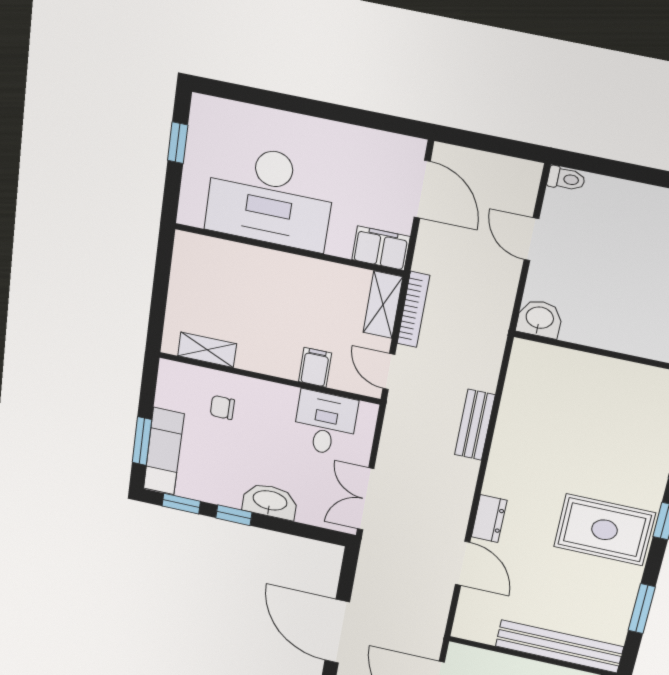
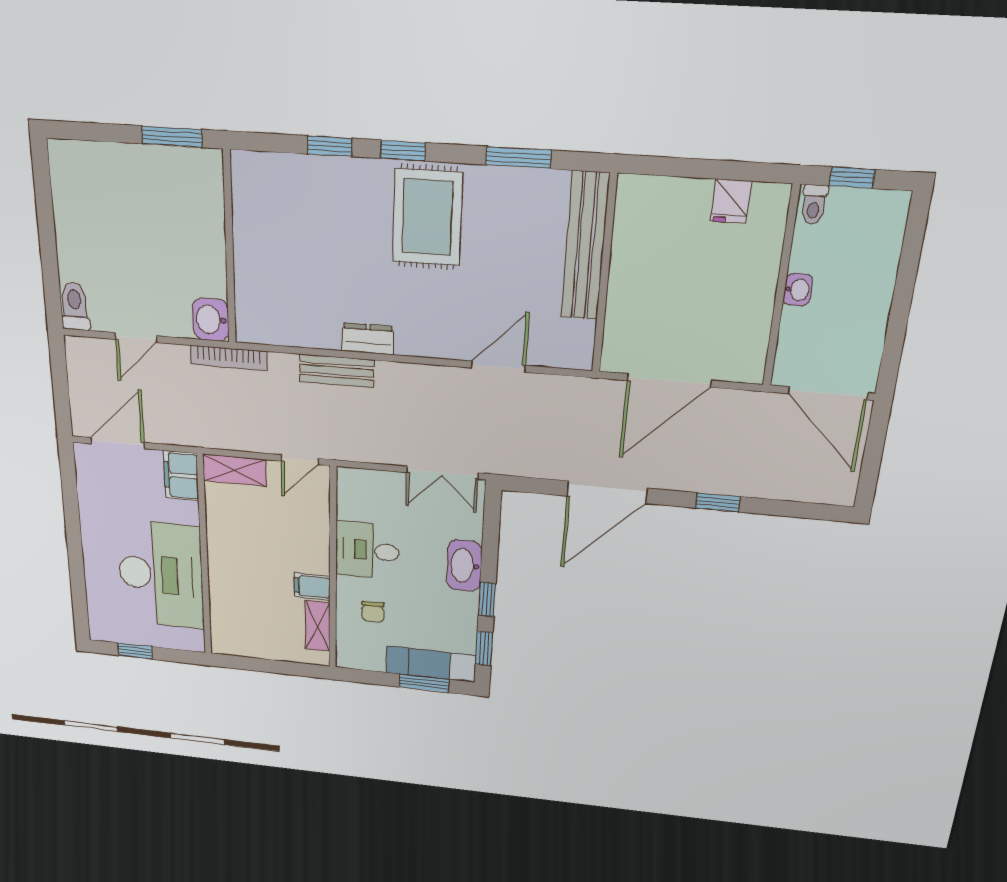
toilet: (566, 179) -> (75, 306), width x1.37, depth x1.39
bookcase: (413, 310) -> (229, 358), moved, turned 180
filing cabinet: (315, 367) -> (312, 587), moved
desk: (325, 423) -> (367, 550), moved
dresser: (489, 519) -> (368, 339), moved

